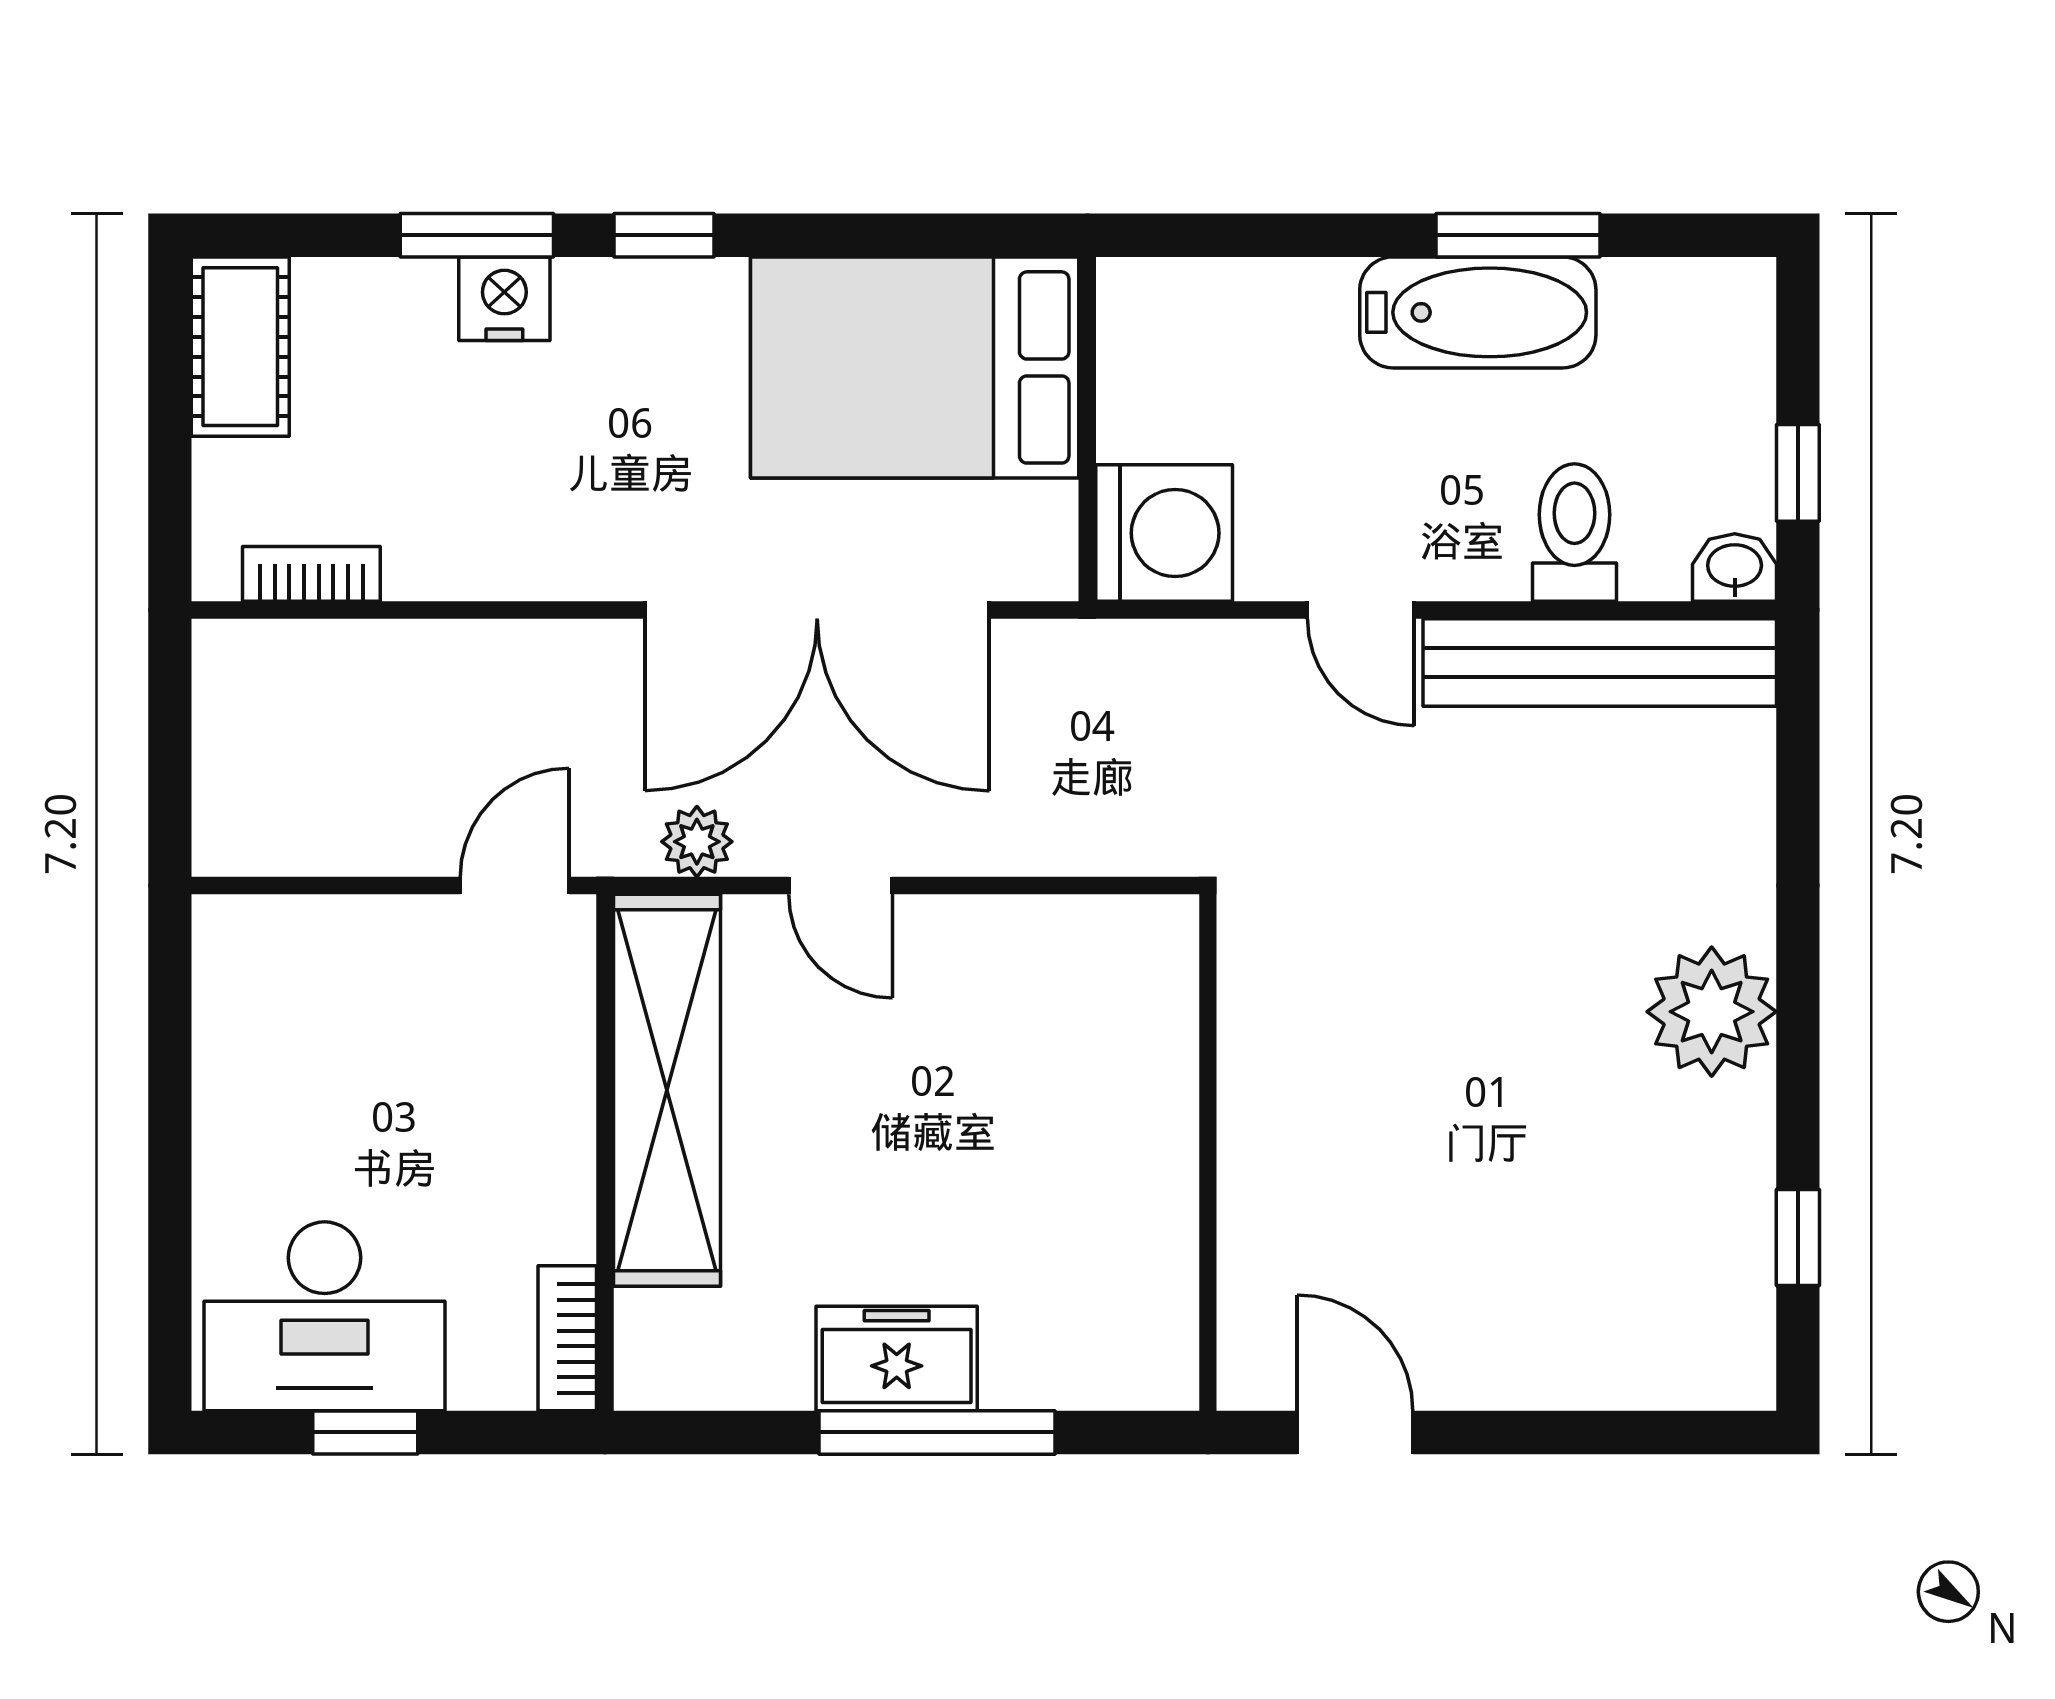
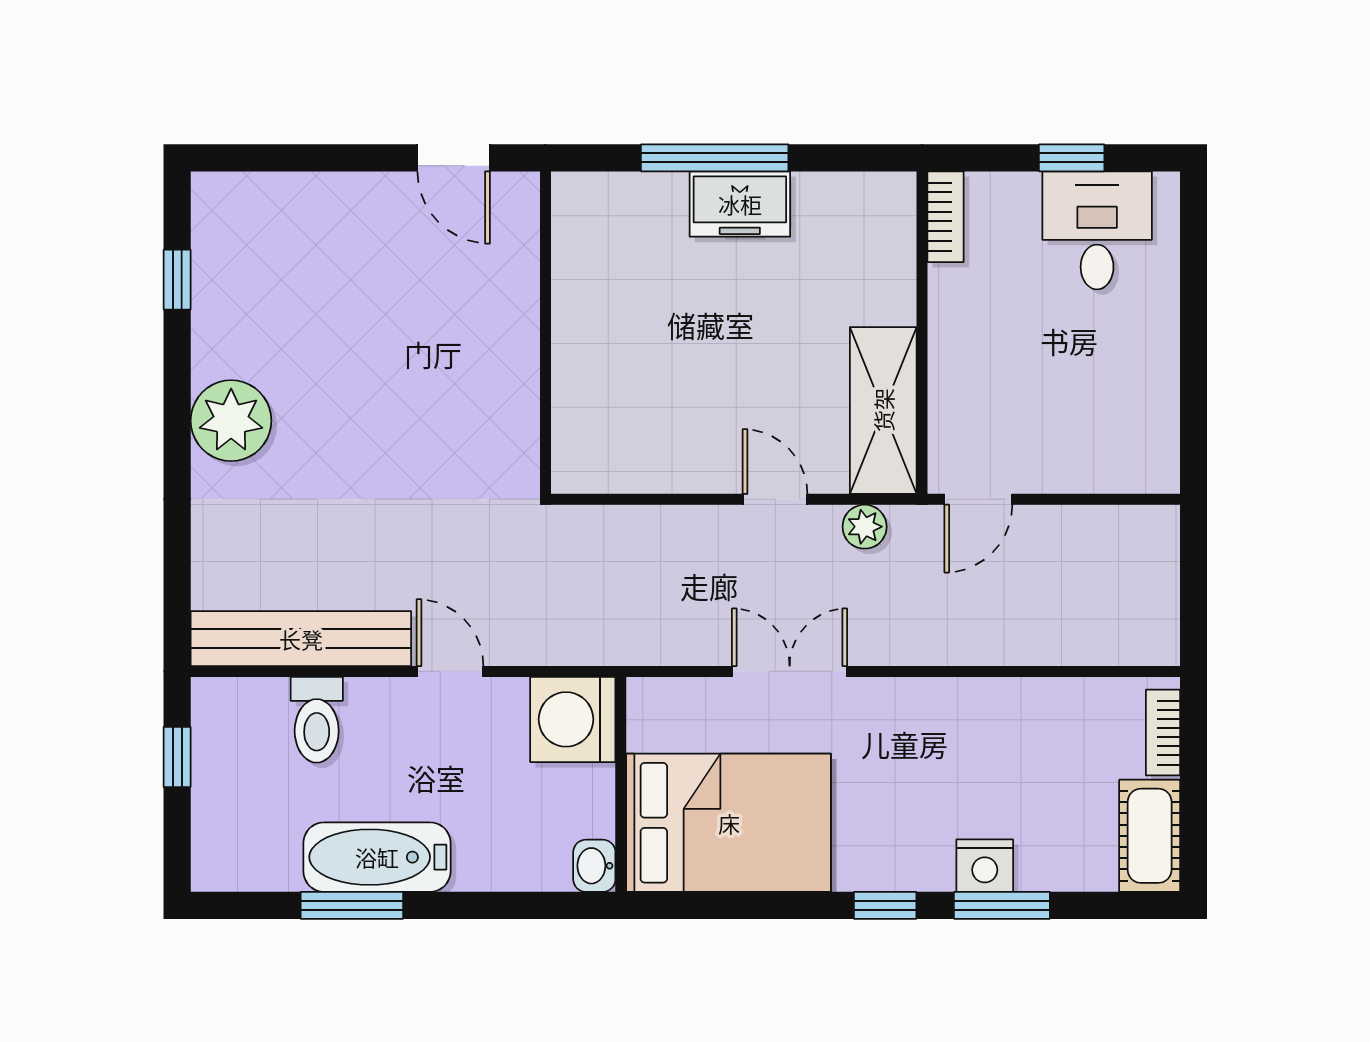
washbasin: (1735, 567) -> (594, 866), moved, turned 90
bookcase: (311, 574) -> (1163, 733), moved, turned 90
double door: (817, 610) -> (790, 671), width x0.54
shelving: (667, 1090) -> (883, 410), width x0.68
desk: (325, 1316) -> (1097, 230), width x0.73

